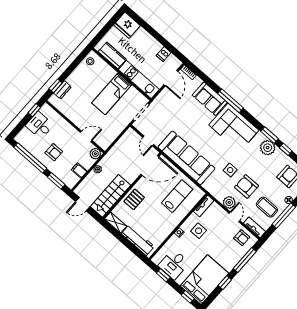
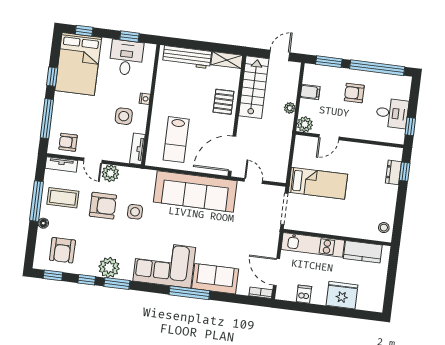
fridge: (127, 25) -> (342, 295), moved
bed: (112, 94) -> (318, 183), moved, turned 90

